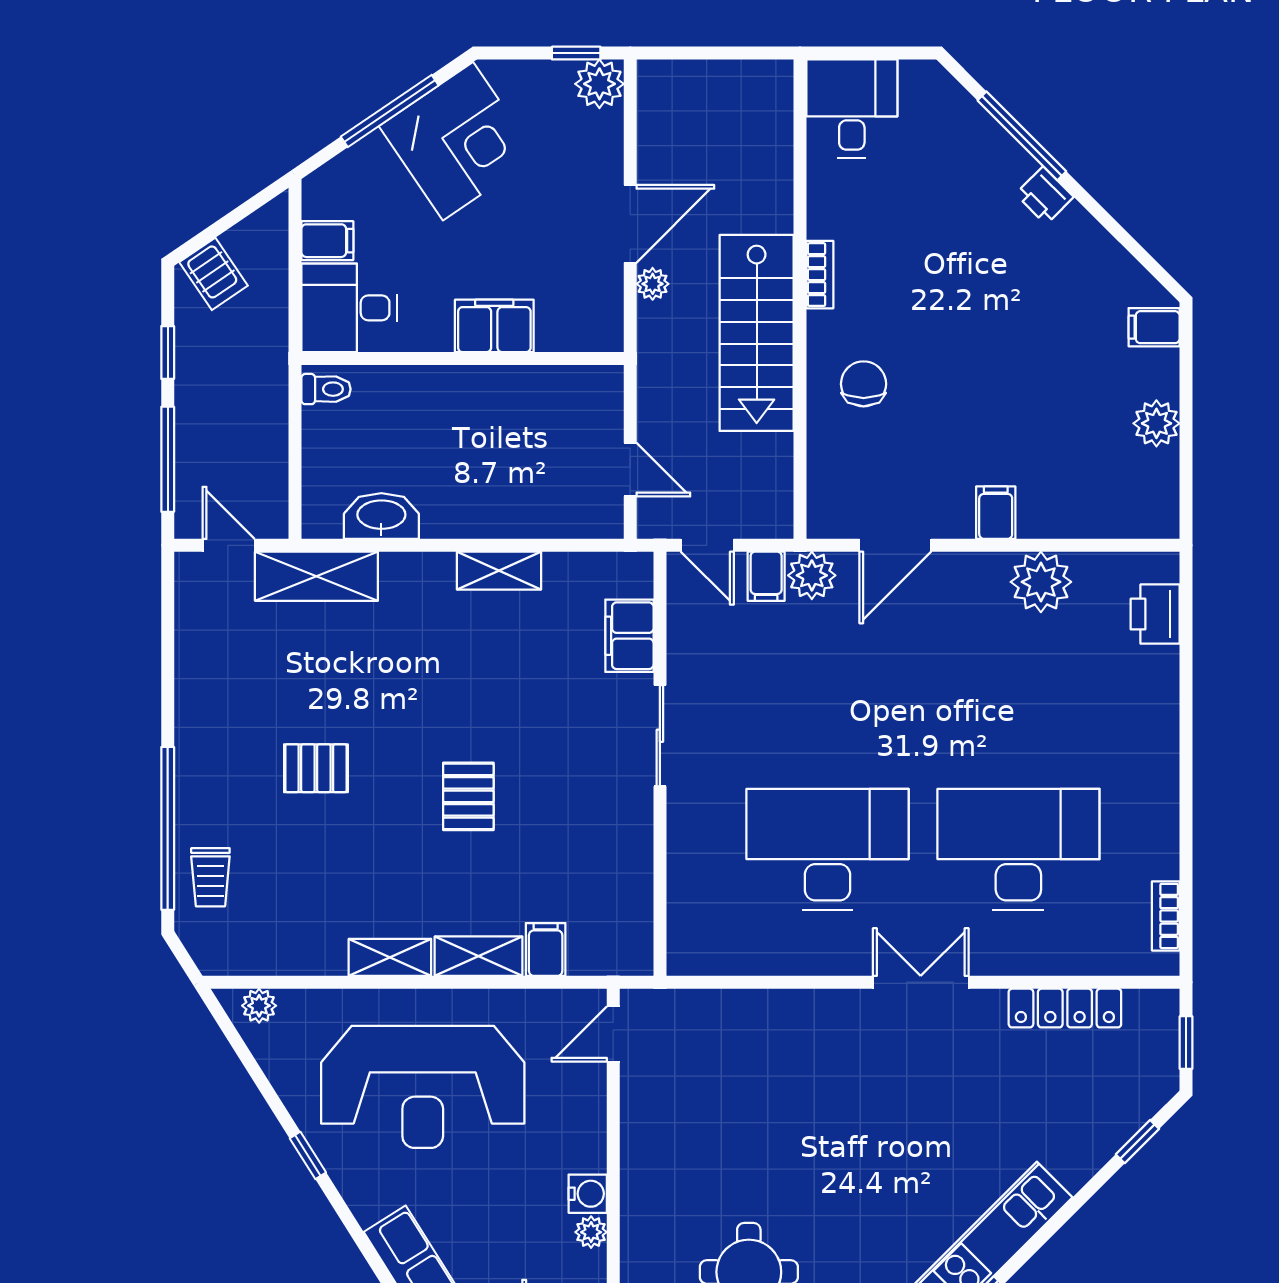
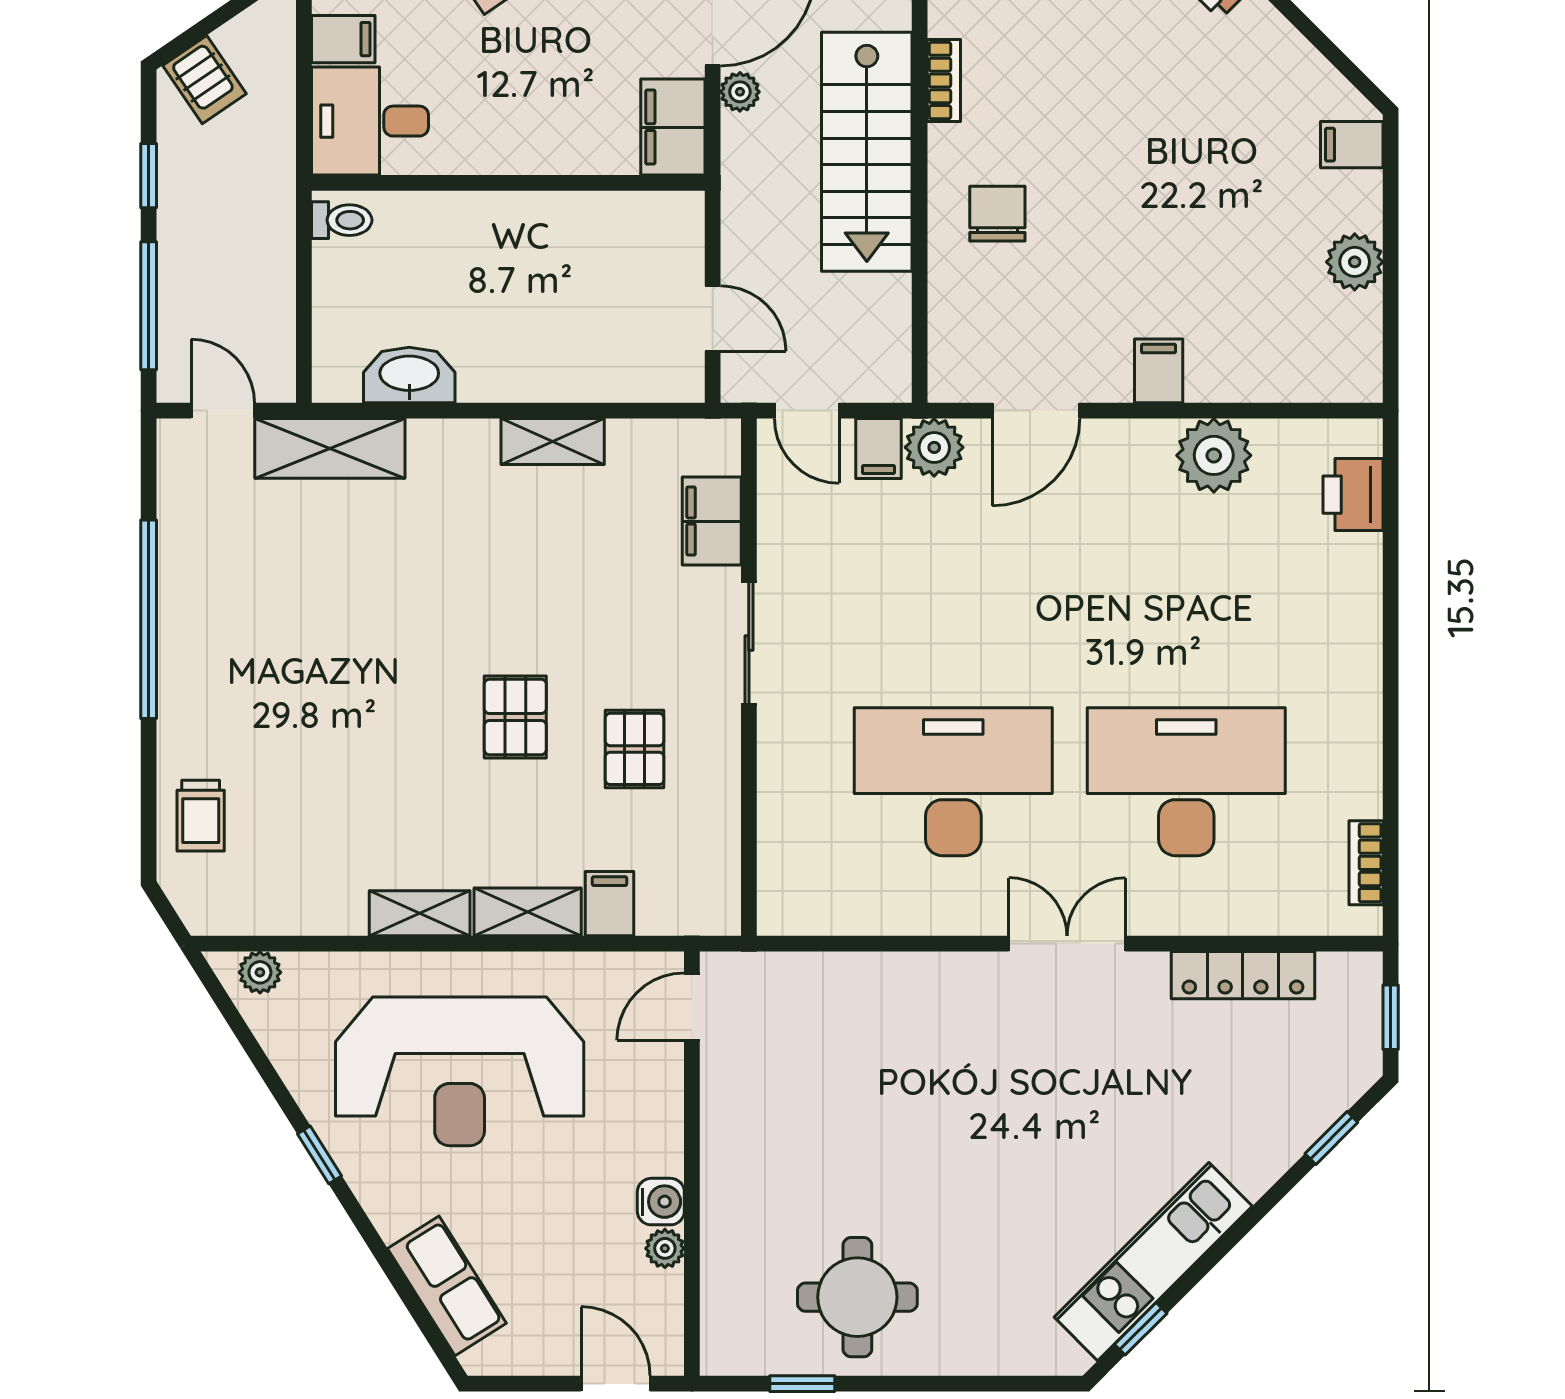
filing cabinet: (494, 326) -> (673, 127), moved, turned -90
pallet: (316, 768) -> (635, 749), moved, turned 90
window: (168, 828) -> (149, 619), moved

